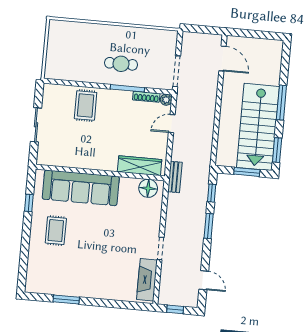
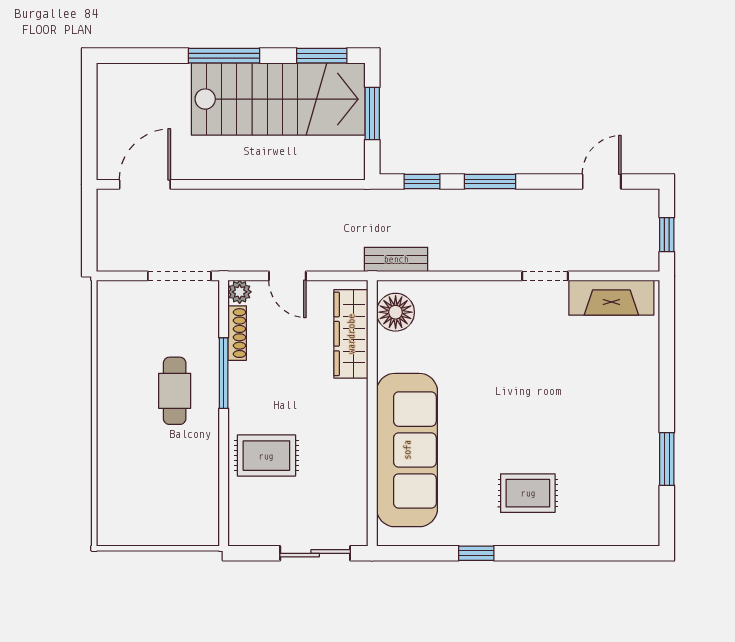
wardrobe: (140, 166) -> (351, 334), moved
wall: (100, 173) -> (372, 413), moved
sofa: (81, 188) -> (407, 450), moved
floor lamp: (148, 188) -> (396, 312), moved

